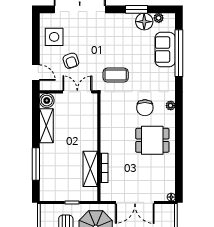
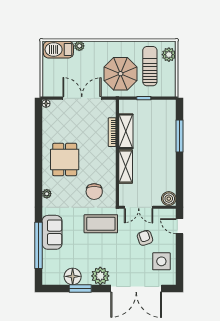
plant: (159, 18) -> (100, 276), moved, width x1.88, depth x1.88
sofa: (165, 50) -> (52, 232), moved
coffee table: (116, 75) -> (101, 224), width x1.36, depth x1.32
chair: (145, 108) -> (94, 192), moved, turned 180
shelving: (46, 126) -> (126, 166), moved
dining table: (152, 140) -> (65, 159), turned 90

